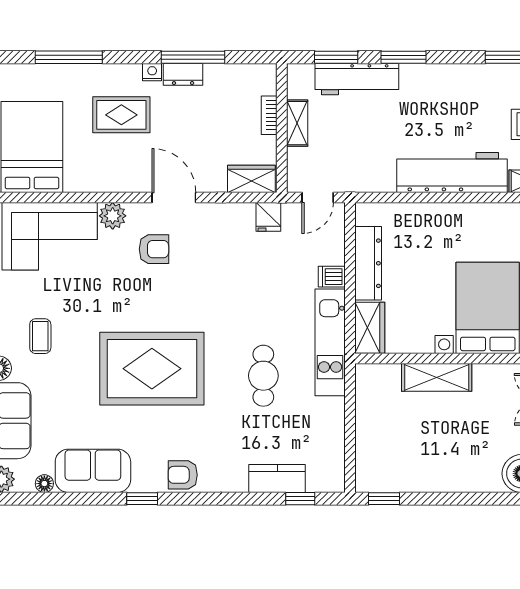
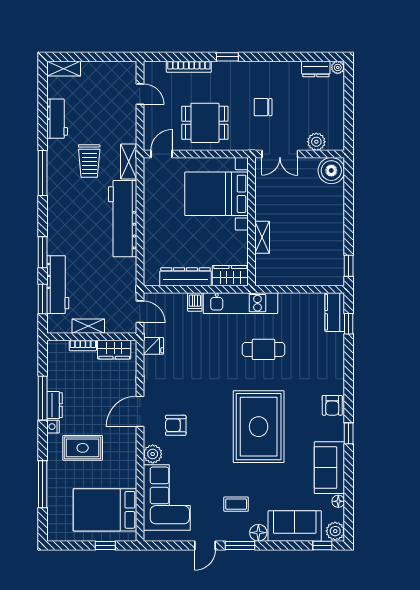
rug: (121, 115) -> (83, 448), turned 90
wardrobe: (251, 179) -> (114, 350), moved, turned -90
armchair: (154, 249) -> (176, 425), turned -90
shelving: (437, 377) -> (262, 237), width x0.67, depth x0.75
kitchen counter: (277, 478) -> (335, 312), moved

